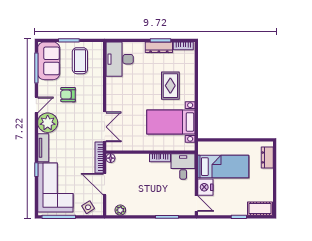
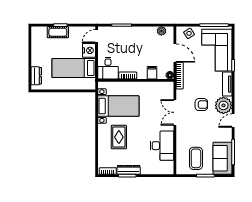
desk: (120, 59) -> (162, 146), moved
armchair: (68, 95) -> (201, 105), moved
double door: (105, 127) -> (175, 112), moved
filing cabinet: (131, 161) -> (152, 73), added
door: (196, 204) -> (97, 36), hinge flipped
cot: (260, 209) -> (58, 32), moved

